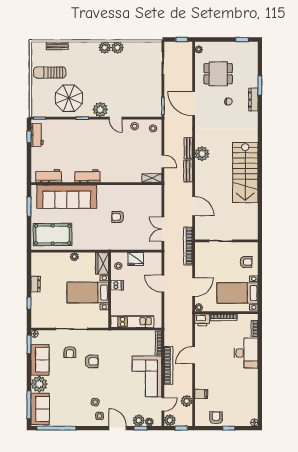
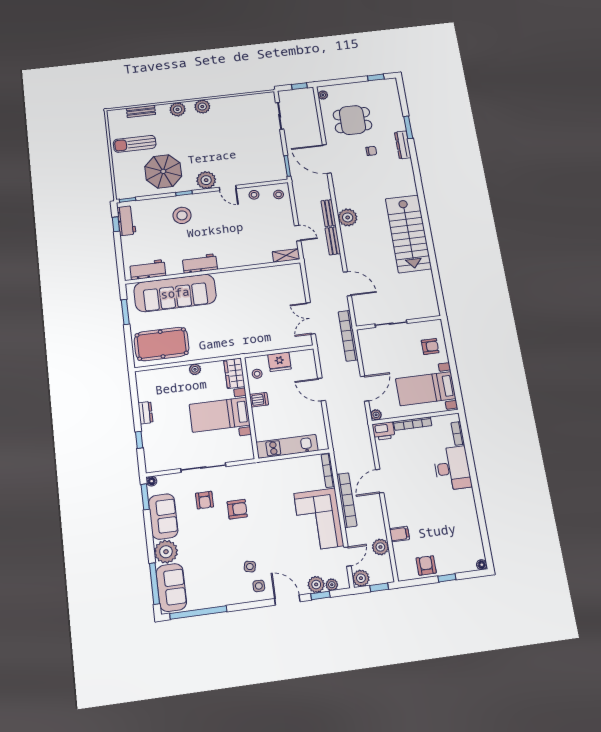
plant: (117, 48) -> (178, 109), moved
stool: (79, 136) -> (182, 215), added
armchair: (118, 217) -> (248, 310), removed

